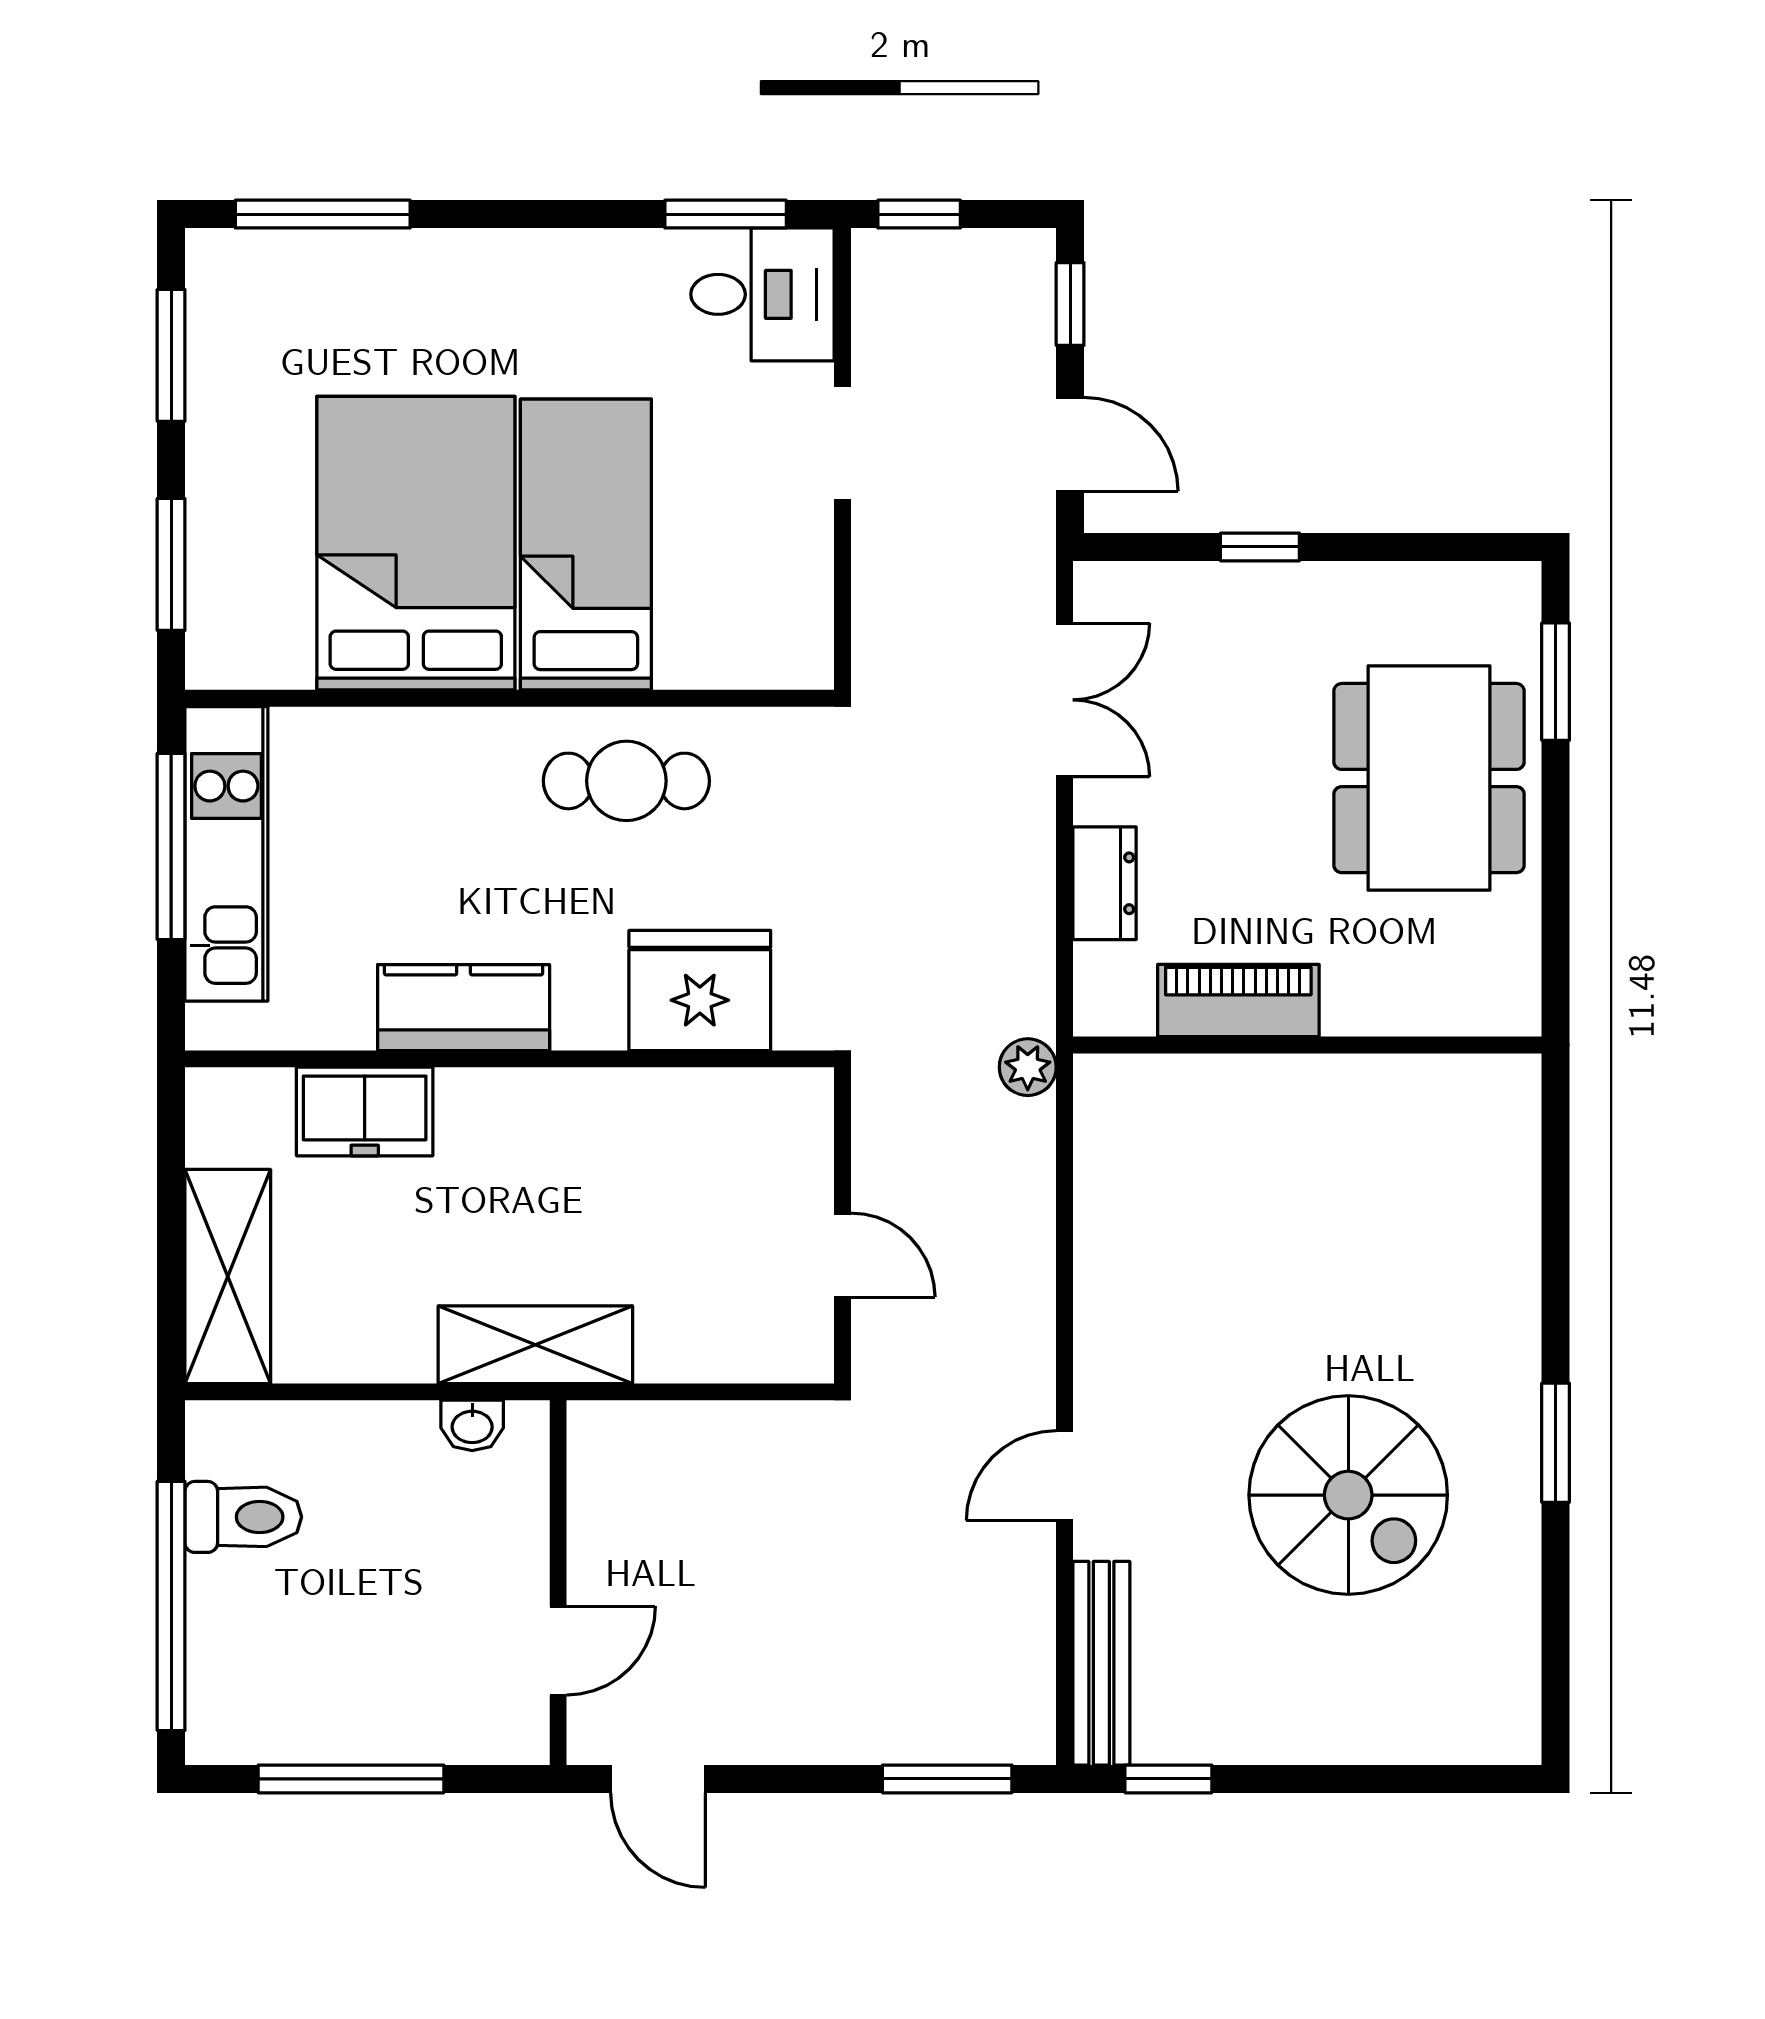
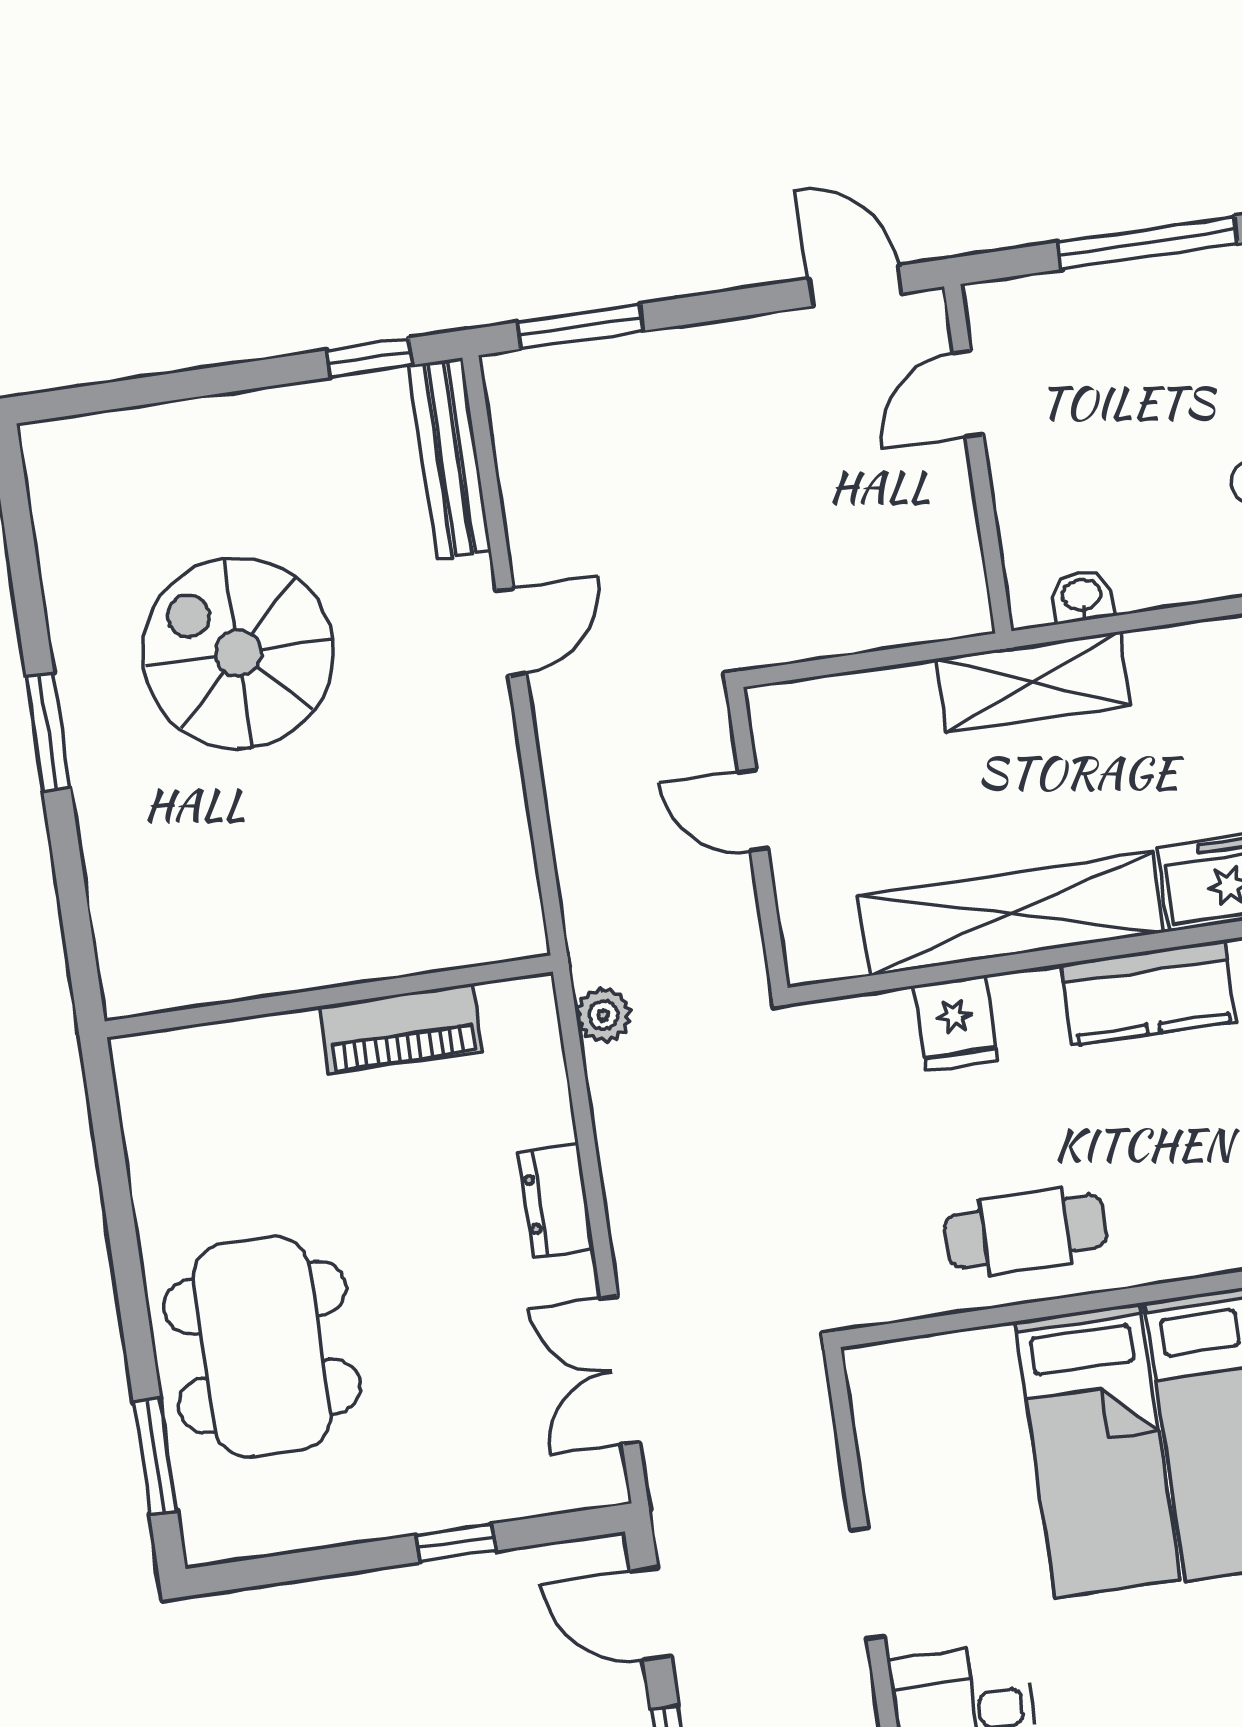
fridge: (700, 991) -> (956, 1023), width x0.53, depth x0.75
piano: (1238, 1001) -> (401, 1029), moved
wall: (1307, 1045) -> (329, 996), moved
shelving: (593, 1109) -> (1011, 914), added

